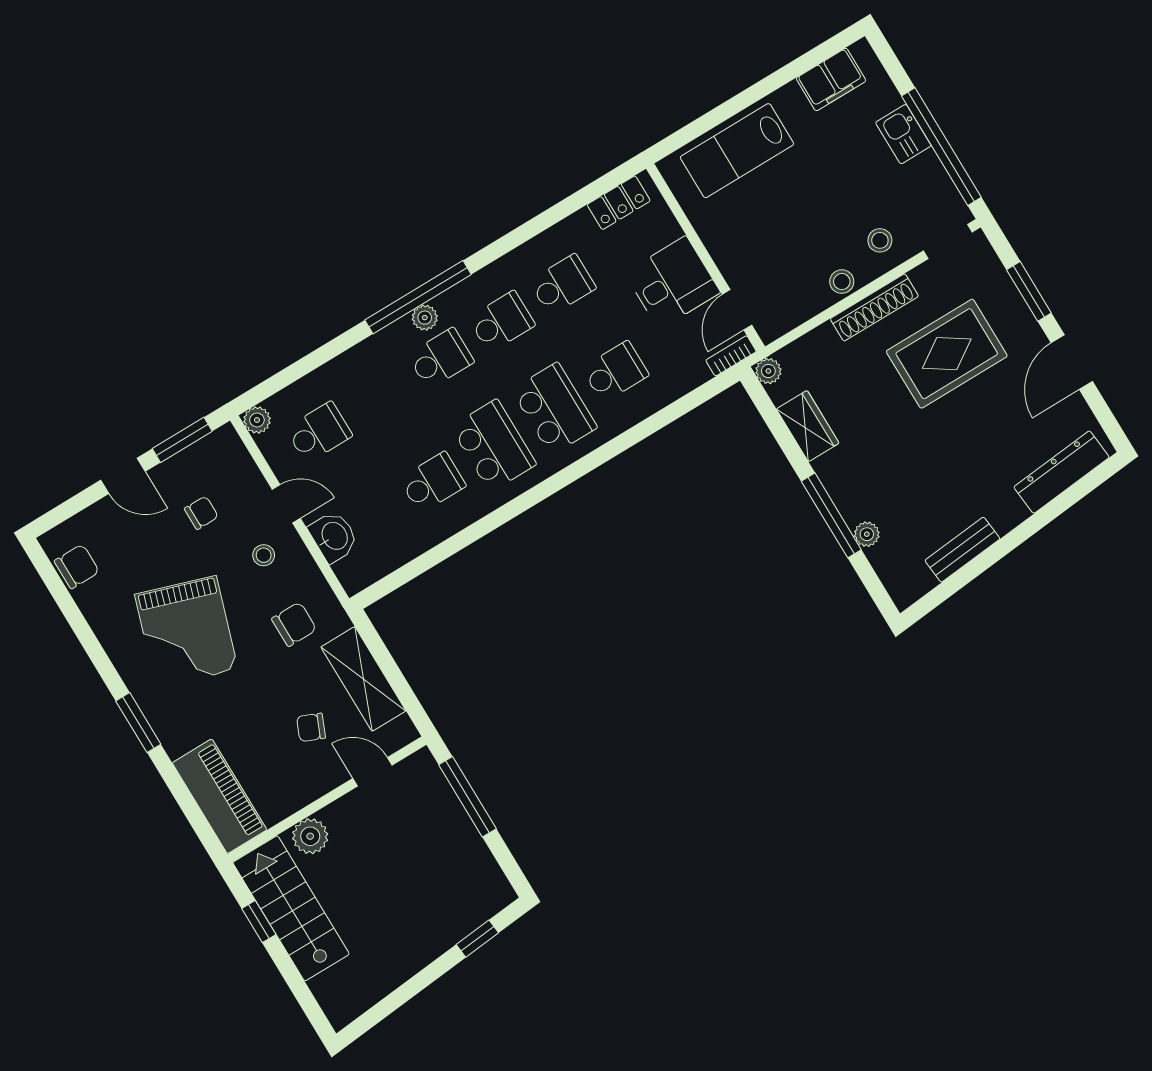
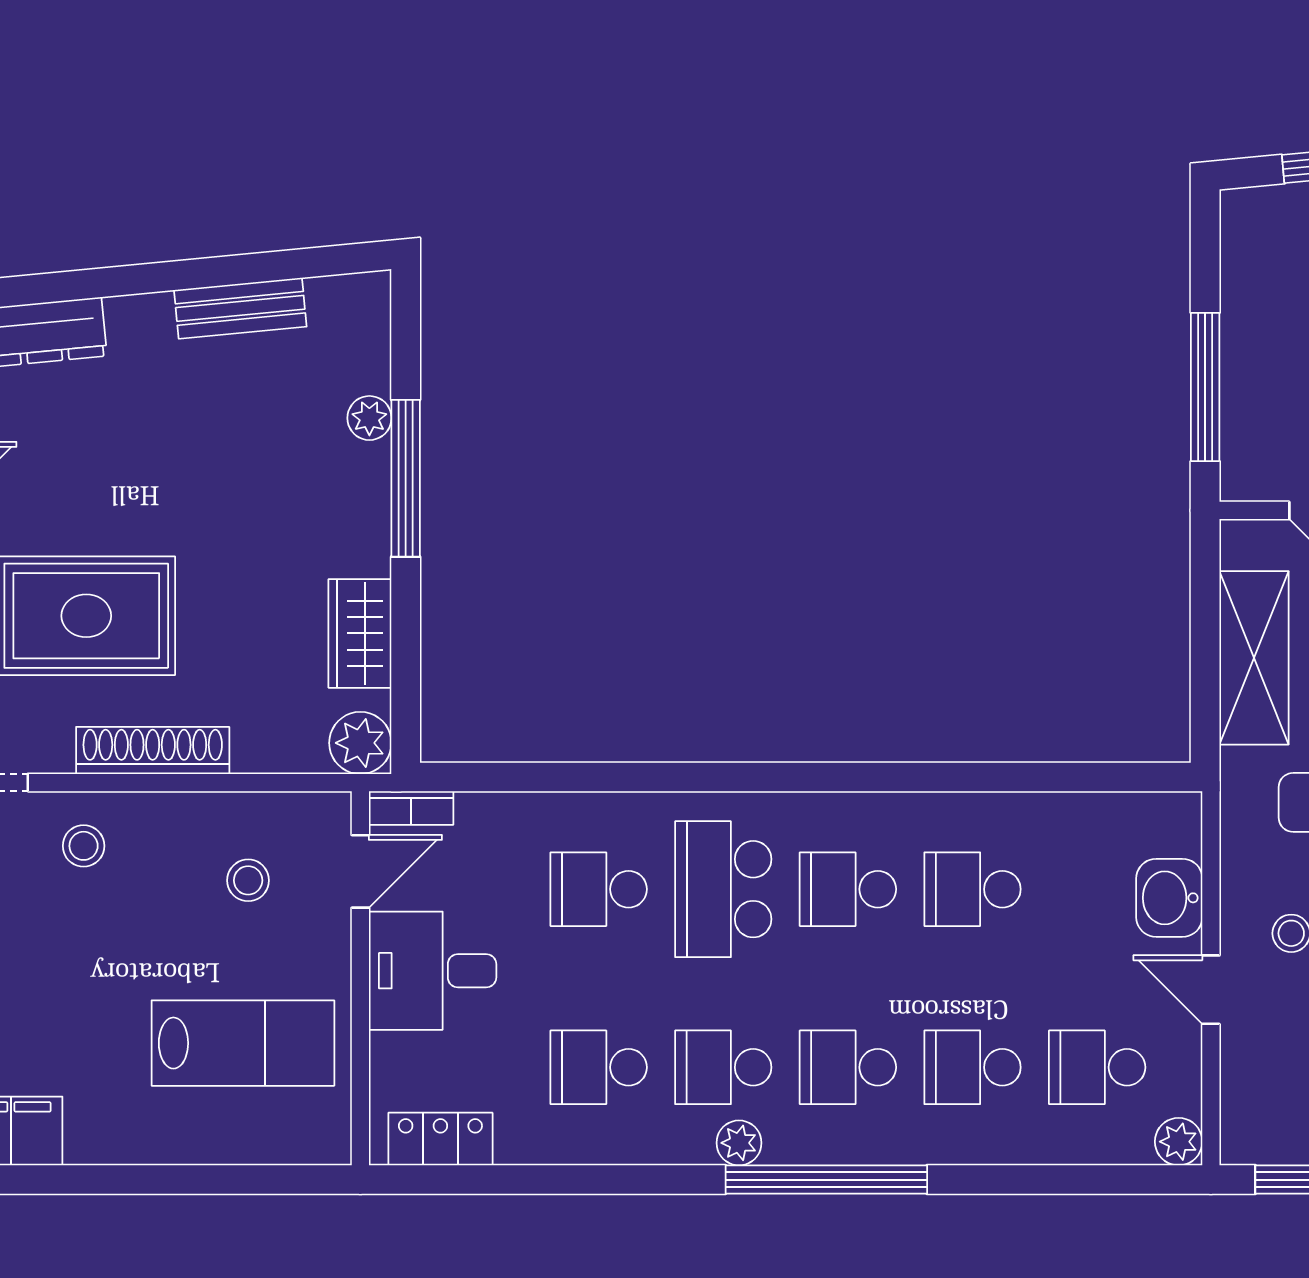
lab bench: (737, 151) -> (243, 1043), moved
stool: (842, 282) -> (248, 880), moved
plant: (425, 318) -> (739, 1143), moved
plant: (768, 371) -> (360, 743), width x1.38, depth x1.38
school desk: (380, 395) -> (972, 1067), added
school desk: (493, 445) -> (848, 889), width x0.54

